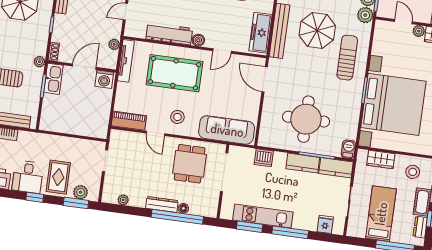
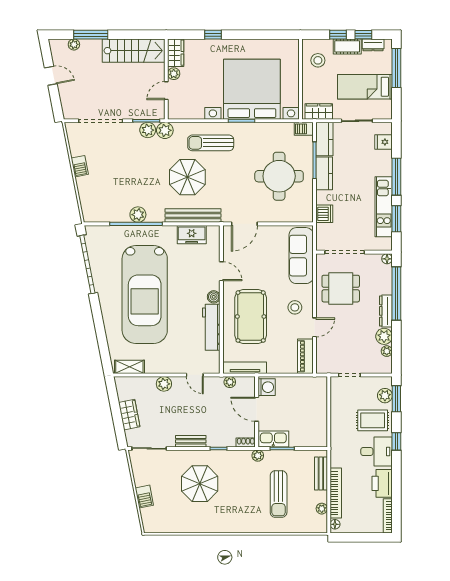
freezer: (260, 33) -> (192, 235), width x0.71
wardrobe: (381, 159) -> (319, 112), moved, turned -90
plant: (138, 199) -> (384, 336), added
floor lamp: (183, 208) -> (387, 259), moved

